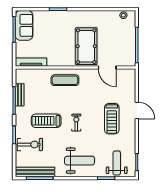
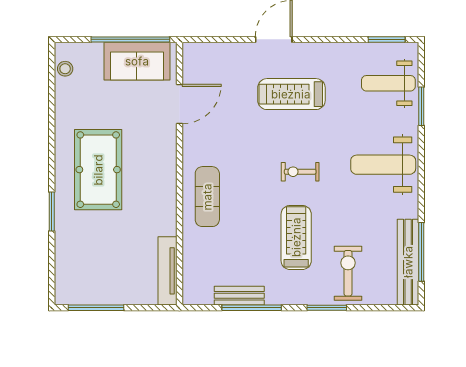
sofa: (24, 25) -> (137, 61), moved, turned 180
pool table: (86, 46) -> (98, 170), moved, turned 90
treadmill: (112, 119) -> (291, 94), turned 180
treadmill: (46, 121) -> (296, 237), turned 180
weight bench: (79, 161) -> (383, 165), turned -90

